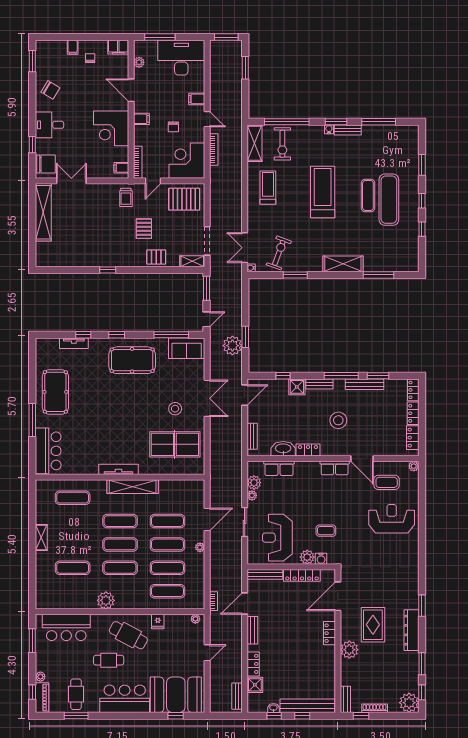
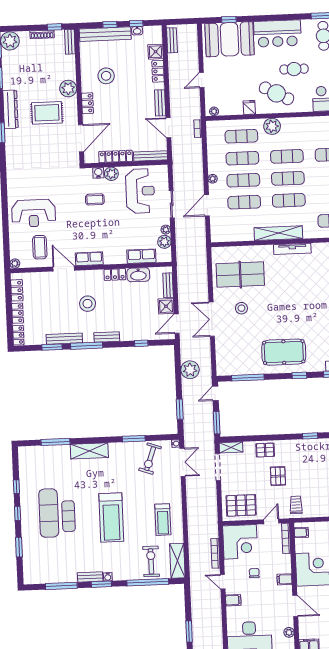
window: (245, 337) -> (180, 409), moved
sofa: (187, 348) -> (233, 365), removed
shower: (297, 387) -> (166, 306), moved
coffee table: (387, 482) -> (40, 247), turned 90
plant: (106, 600) -> (272, 126), moved
door: (245, 604) -> (168, 128), swing flipped
rug: (373, 625) -> (47, 113), turned 90
stool: (308, 661) -> (106, 76), added

